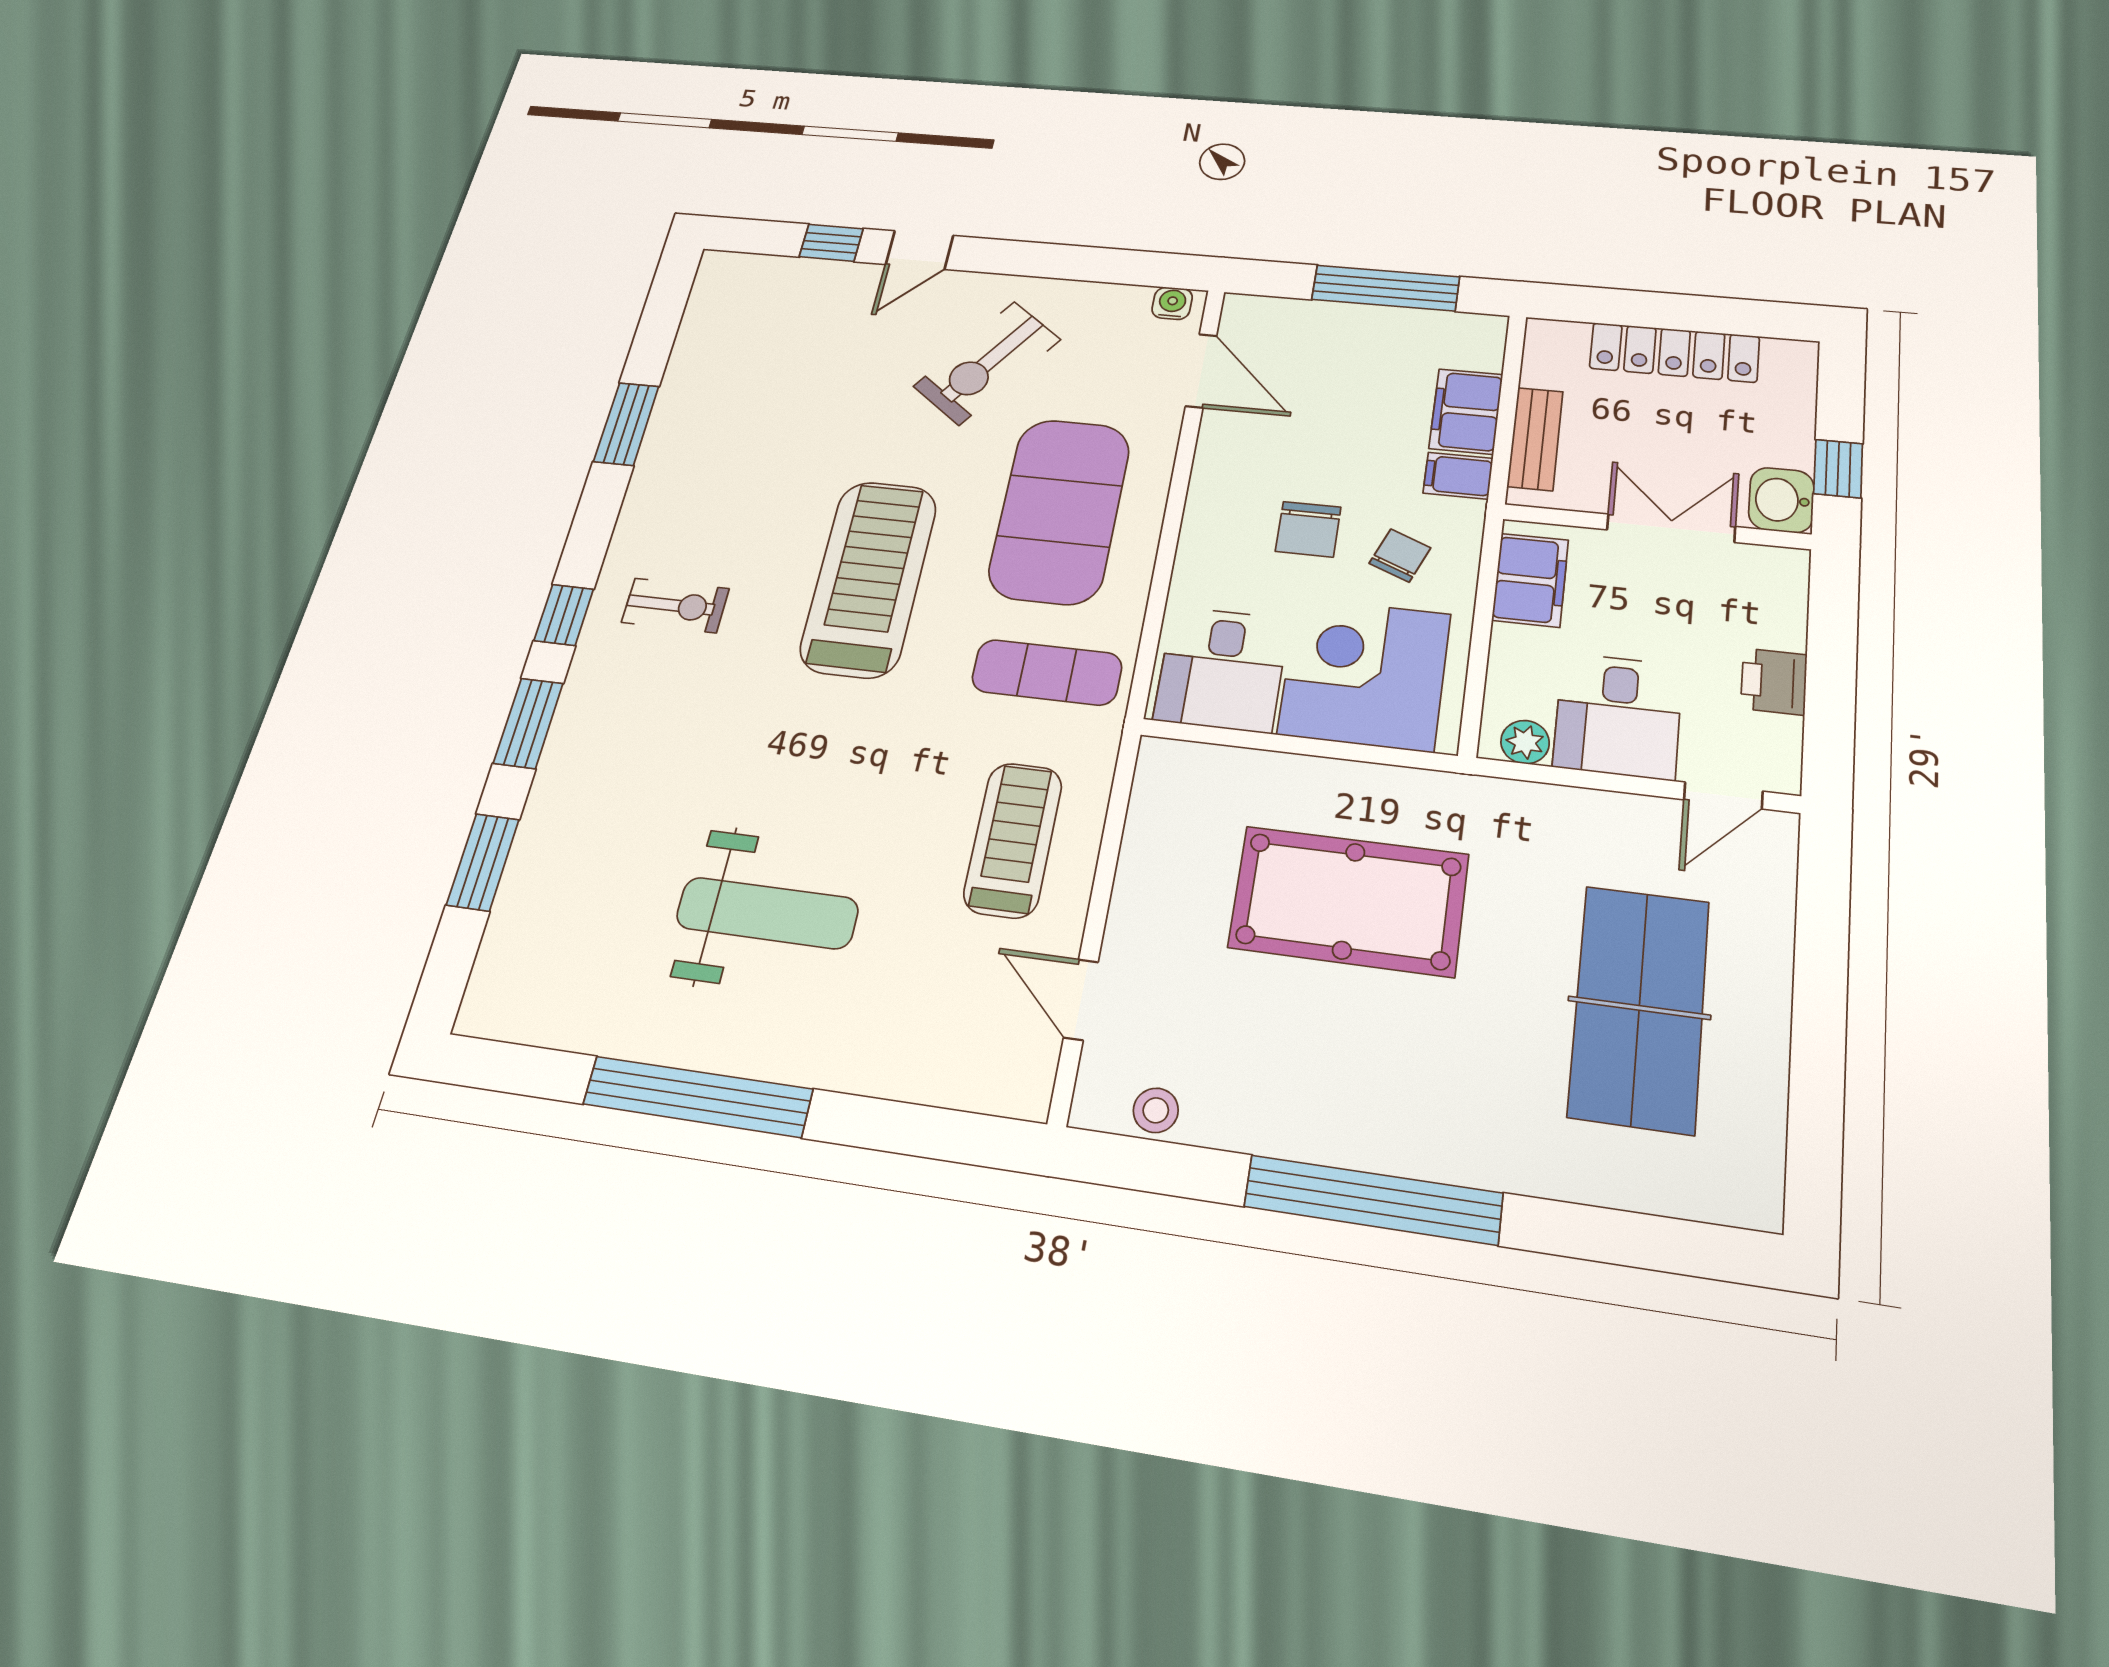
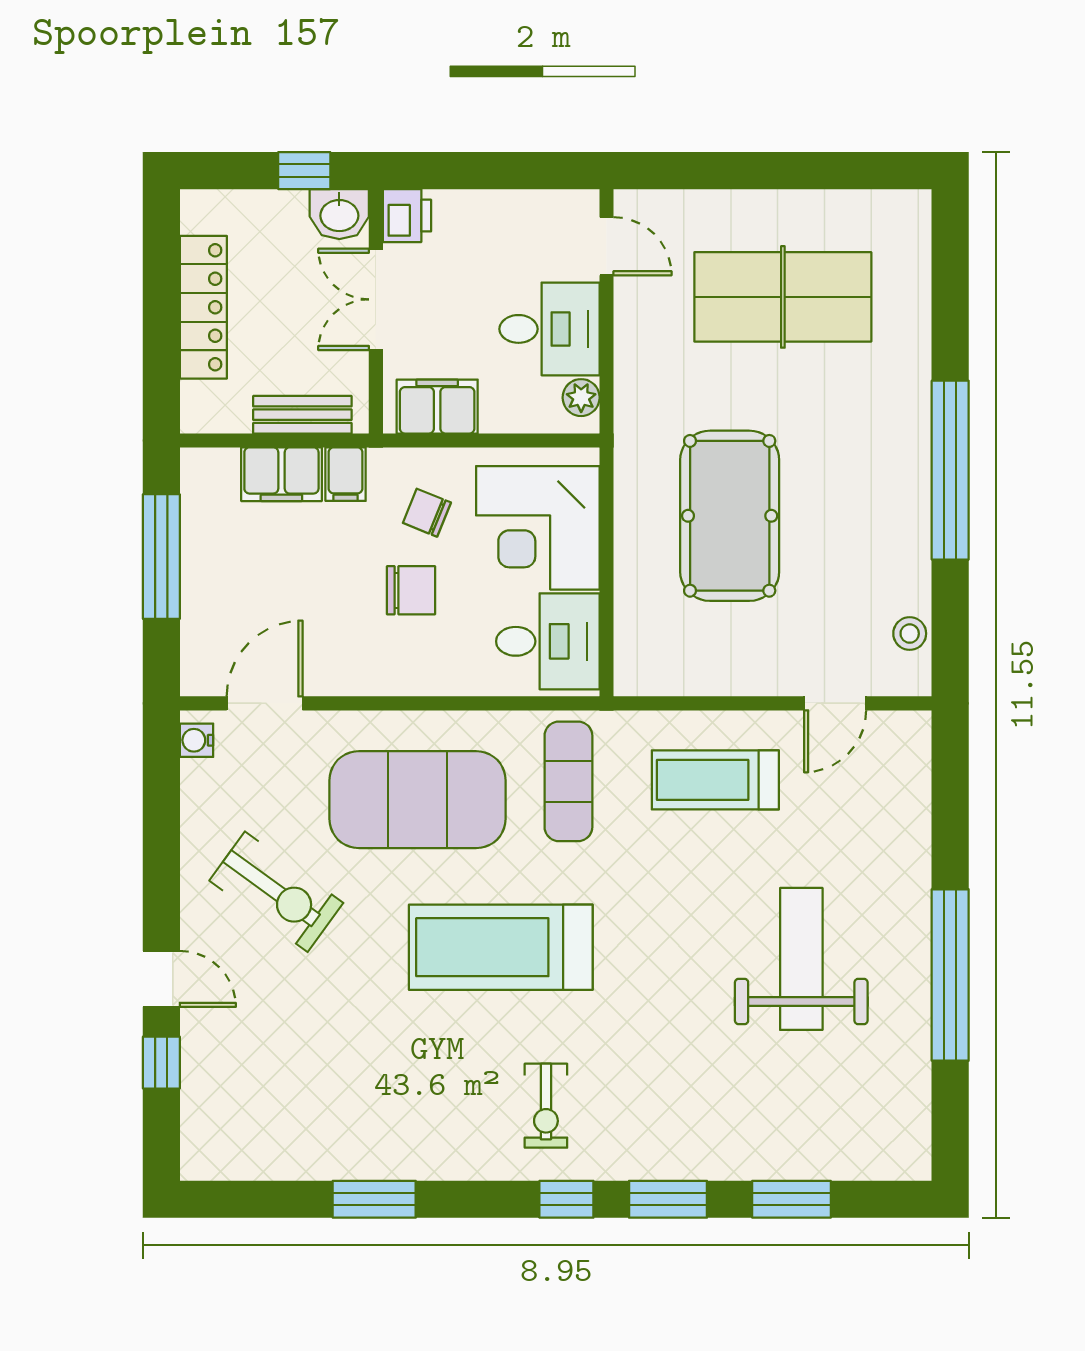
exercise bike: (675, 605) -> (546, 1106), turned 180
printer: (1774, 682) -> (407, 216), moved, turned -90

